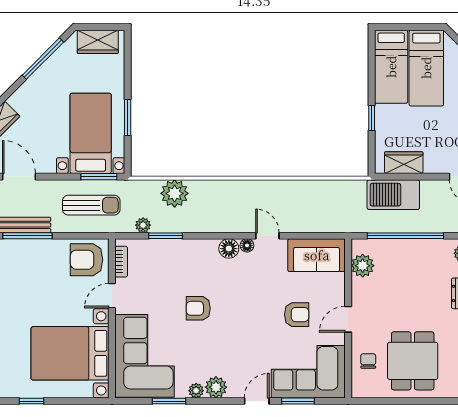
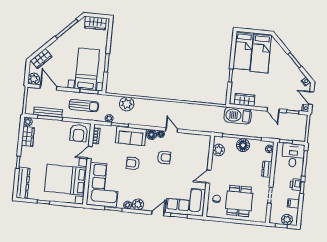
floor lamp: (409, 251) -> (243, 145), added
sofa: (317, 255) -> (131, 136), moved
armchair: (87, 260) -> (79, 133), turned -90
armchair: (297, 315) -> (164, 157), moved

